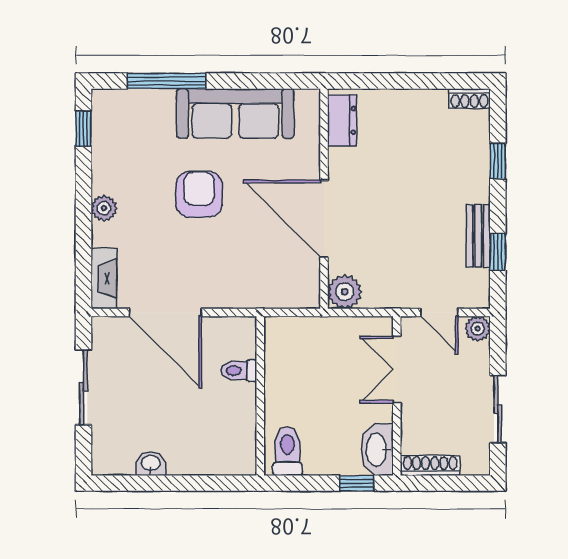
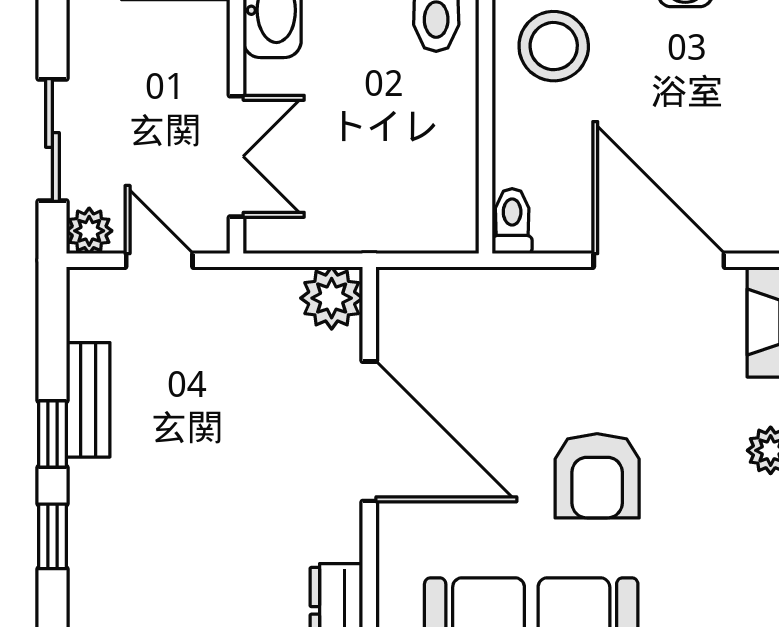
window: (498, 252) -> (52, 434), moved
toilet: (239, 371) -> (512, 221), moved, turned -90
sliding door: (498, 409) -> (52, 140), moved
stool: (223, 430) -> (554, 46), added

